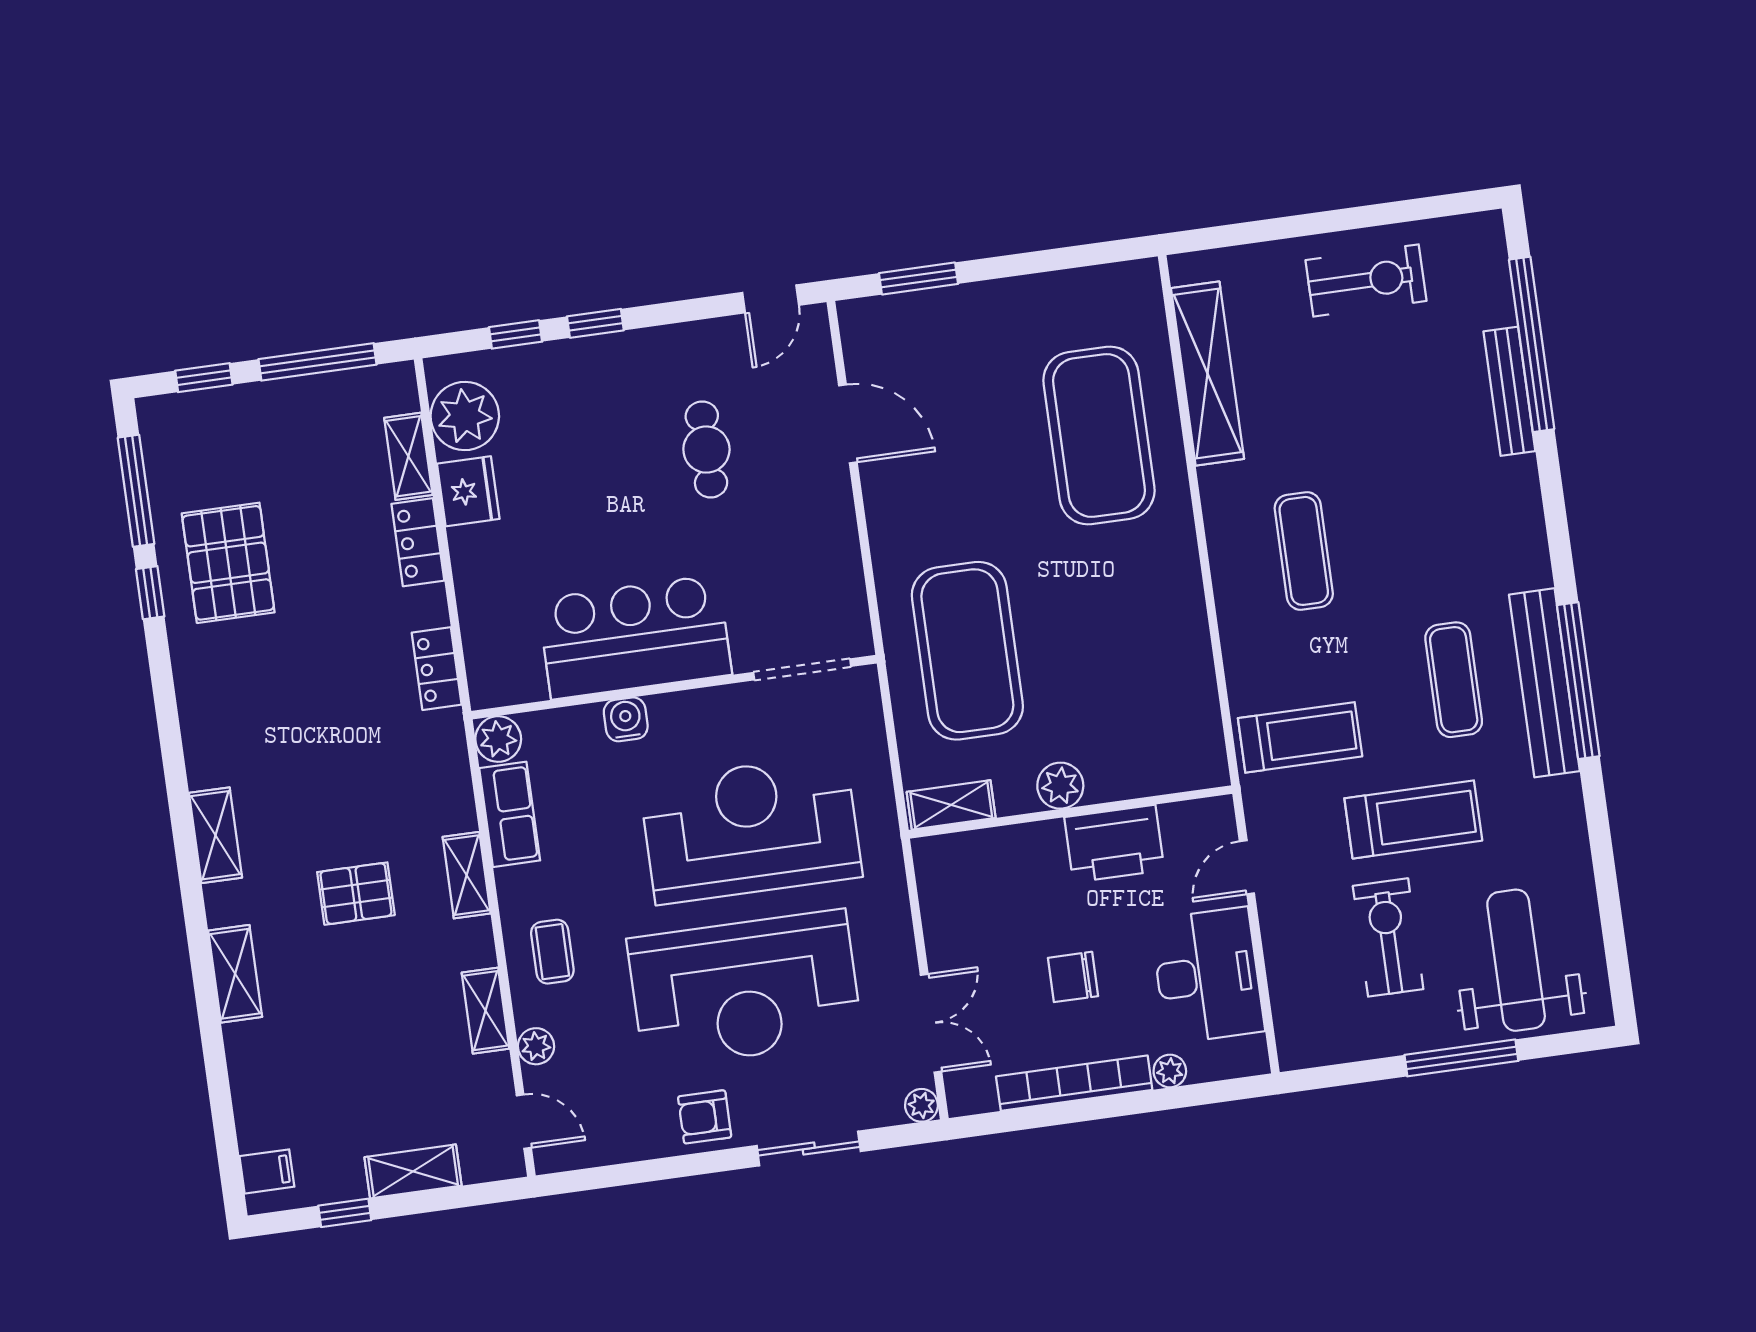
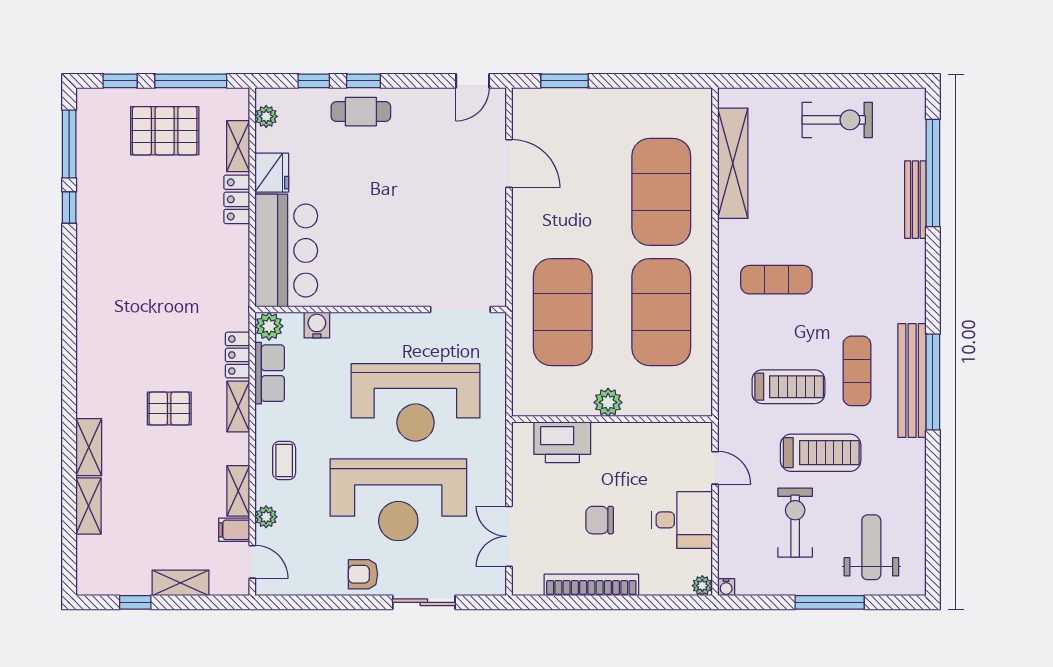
plant: (465, 416) -> (266, 116), width x0.53, depth x0.53
cafe table: (706, 450) -> (361, 112), moved, turned 90
exercise mat: (1304, 551) -> (776, 280), turned 90
pallet: (228, 563) -> (165, 131), moved, turned 90
exercise mat: (1126, 629) -> (661, 312), added
bar counter: (635, 637) -> (286, 250), moved, turned 90
locker: (437, 669) -> (237, 355), moved
water cooler: (626, 719) -> (317, 325), moved
treadmill: (1300, 737) -> (788, 387), moved
shelving: (951, 805) -> (540, 405), removed
reception desk: (751, 829) -> (415, 402), turned 180
shelving: (216, 835) -> (88, 506), moved
printer: (1114, 844) -> (562, 442), moved
door: (1247, 867) -> (715, 468), swing flipped
weight bench: (1516, 960) -> (871, 547), width x0.73, depth x0.75
desk: (1207, 975) -> (682, 520), width x0.73
double door: (931, 1023) -> (509, 536), swing flipped
water cooler: (1292, 1057) -> (726, 587), added
plant: (1170, 1071) -> (702, 586), moved
plant: (921, 1105) -> (496, 586), removed
filing cabinet: (267, 1171) -> (234, 530), moved, turned 180

